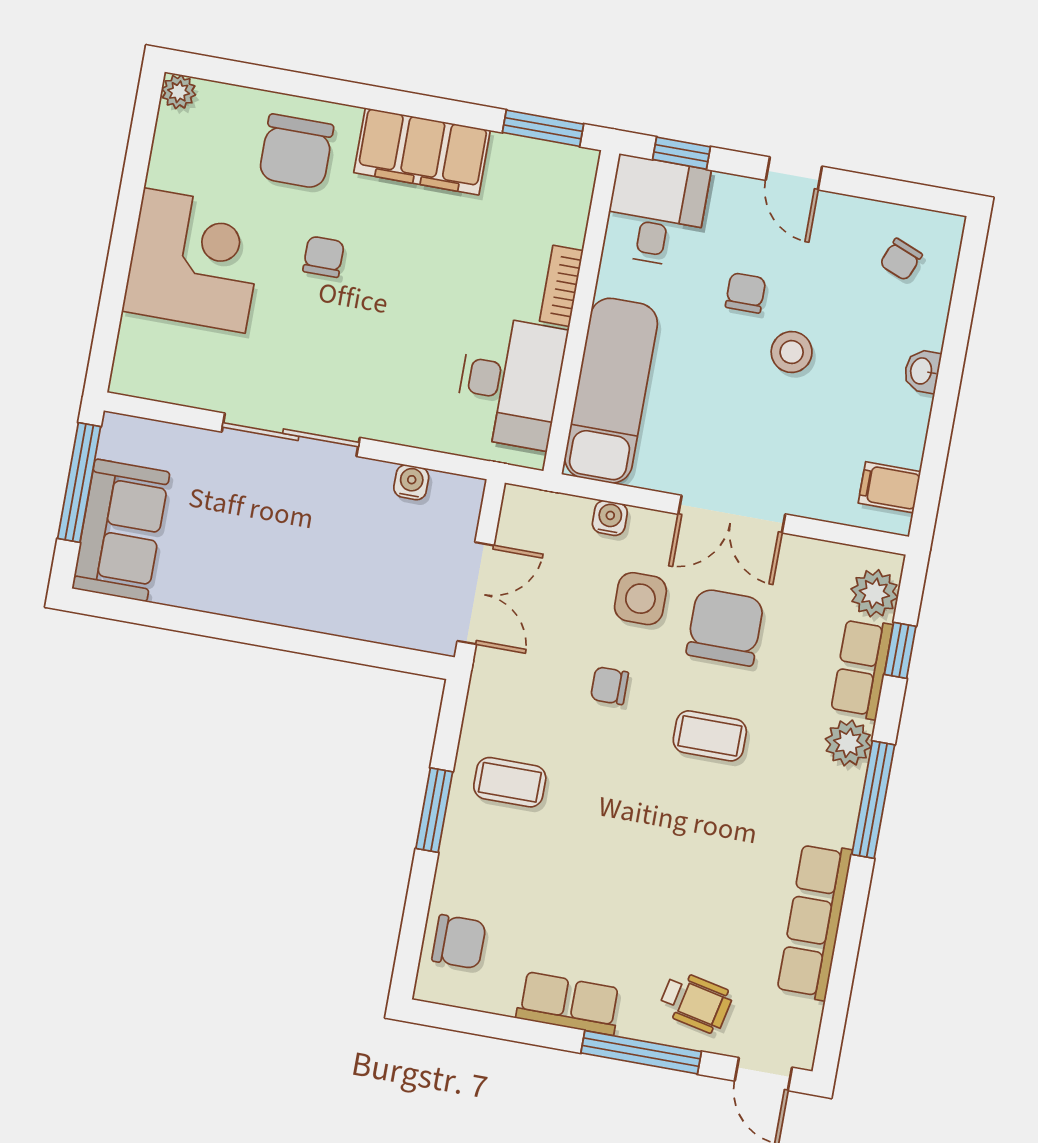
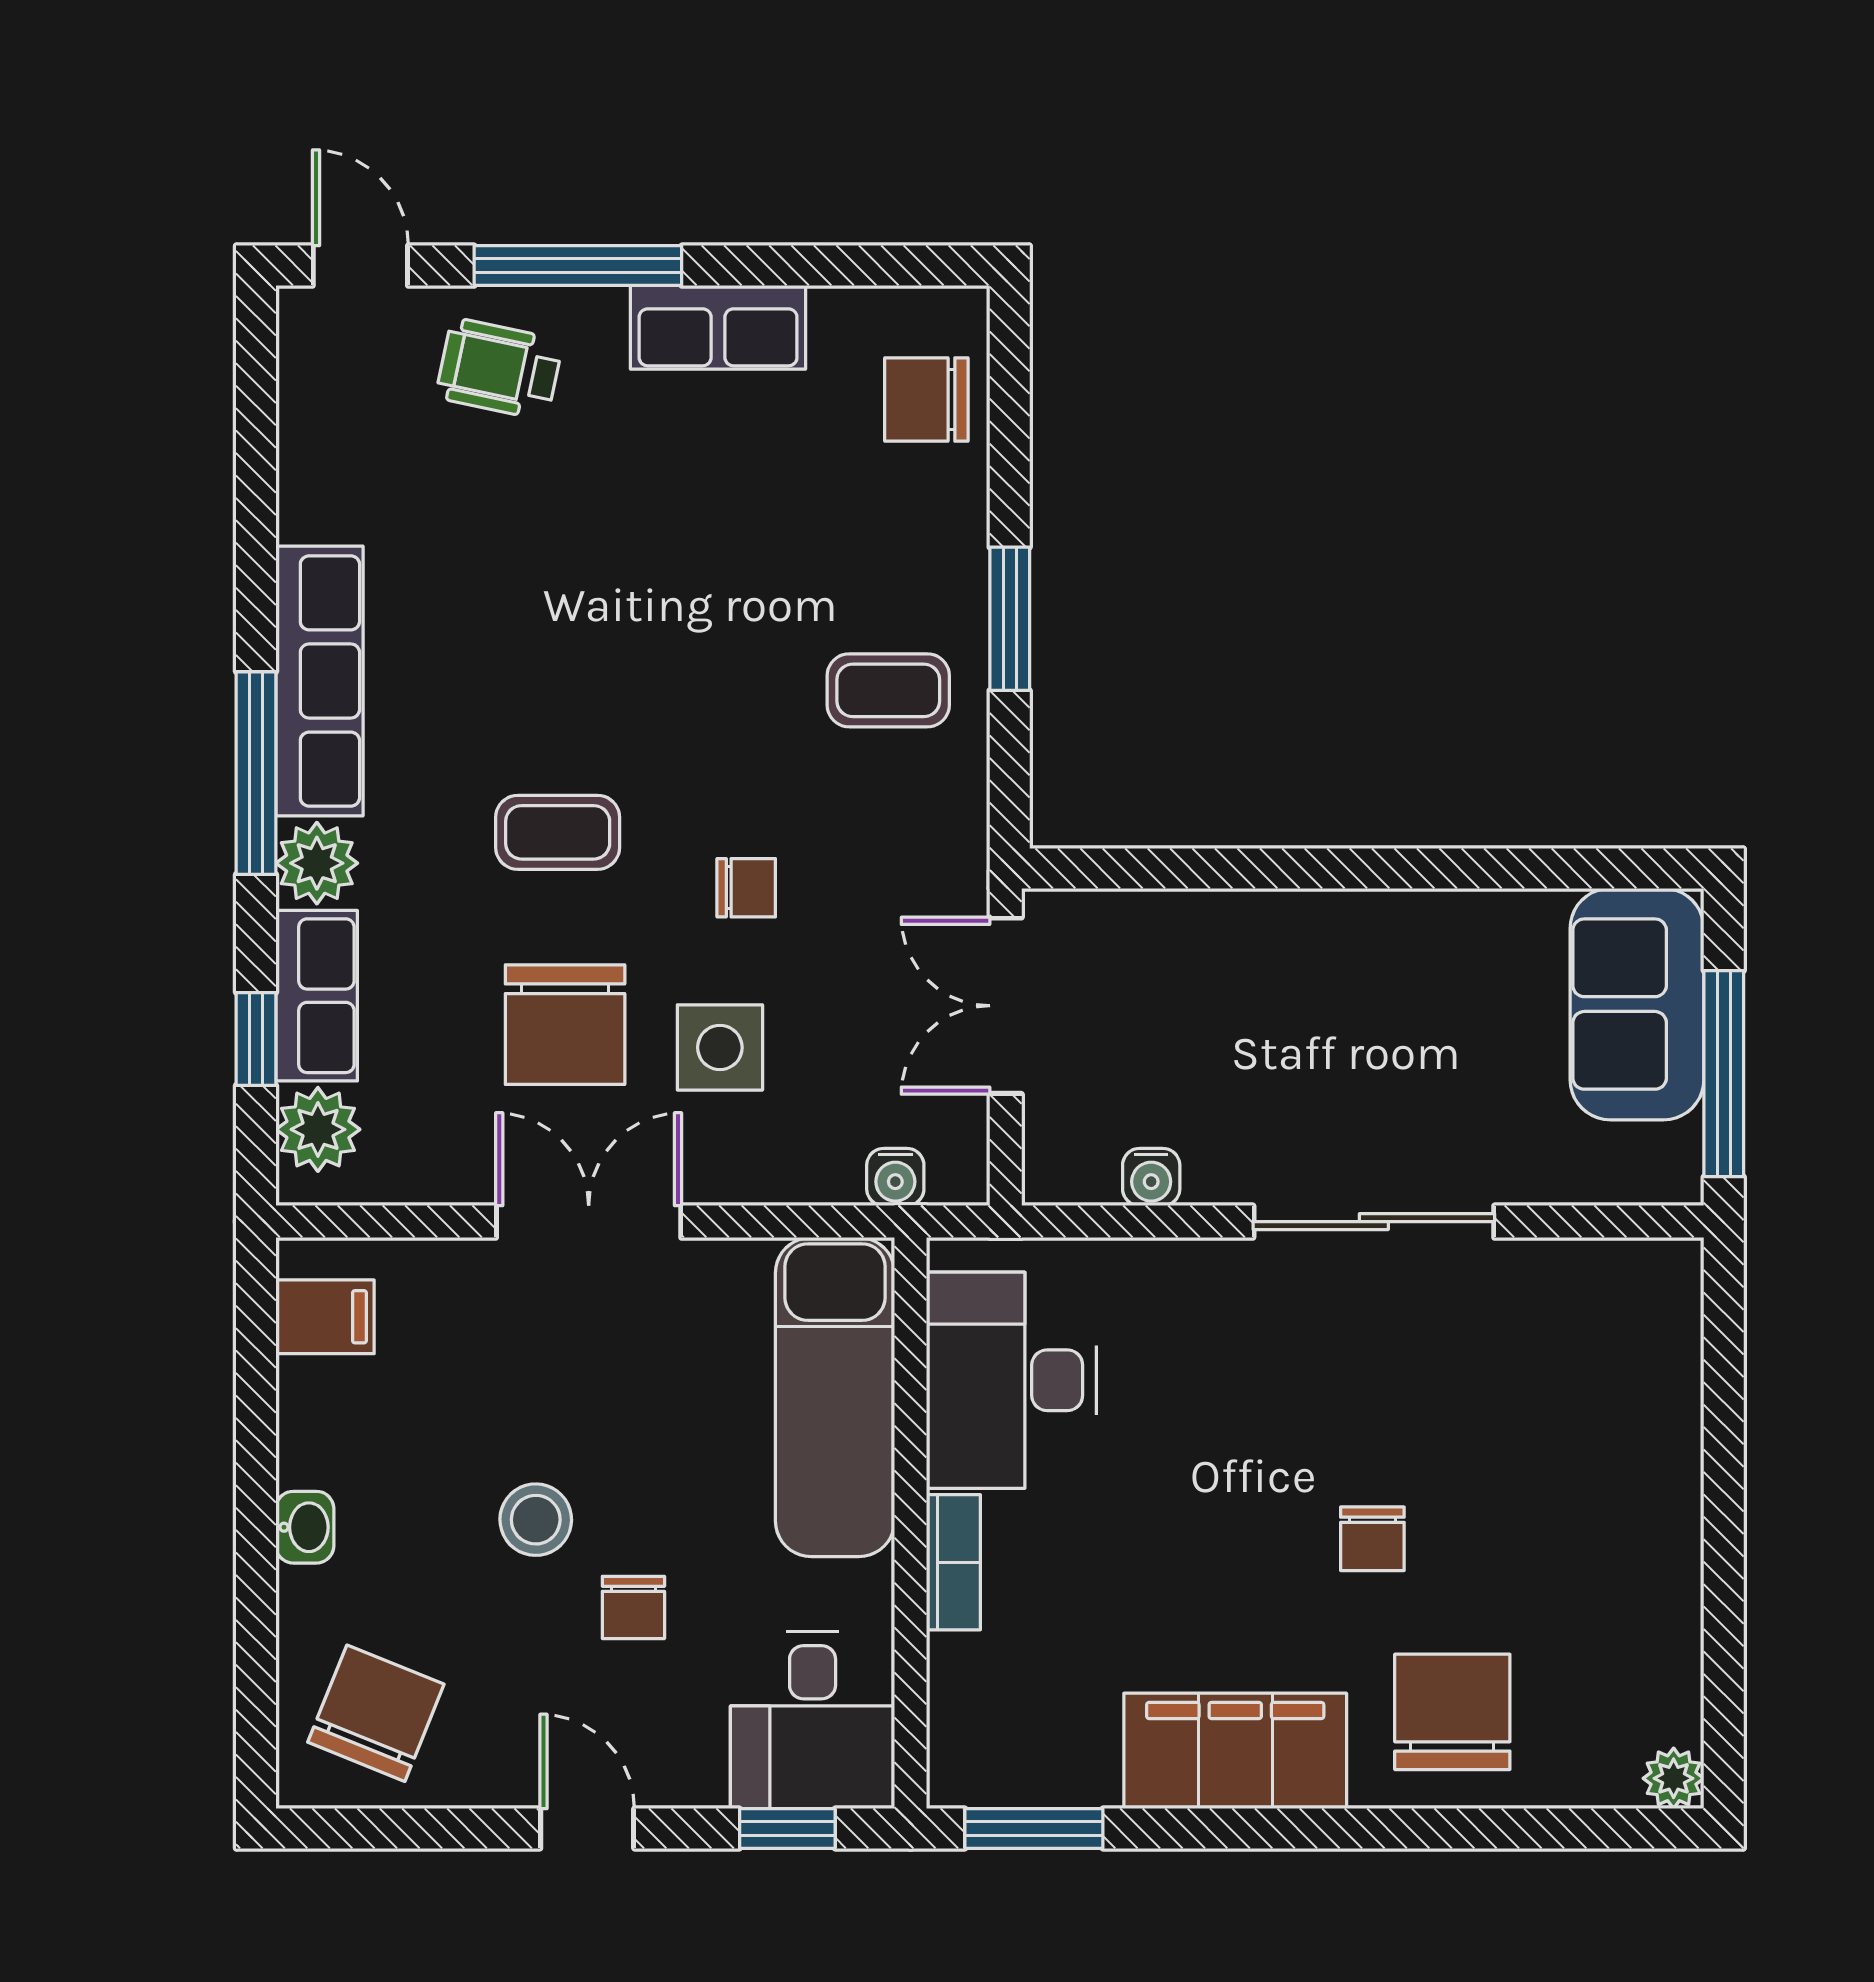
chair: (901, 259) -> (376, 1713), width x1.87, depth x1.87
corner desk: (194, 261) -> (1594, 1492), removed
water cooler: (610, 518) -> (895, 1177), moved
row of seats: (815, 921) -> (319, 681), moved

